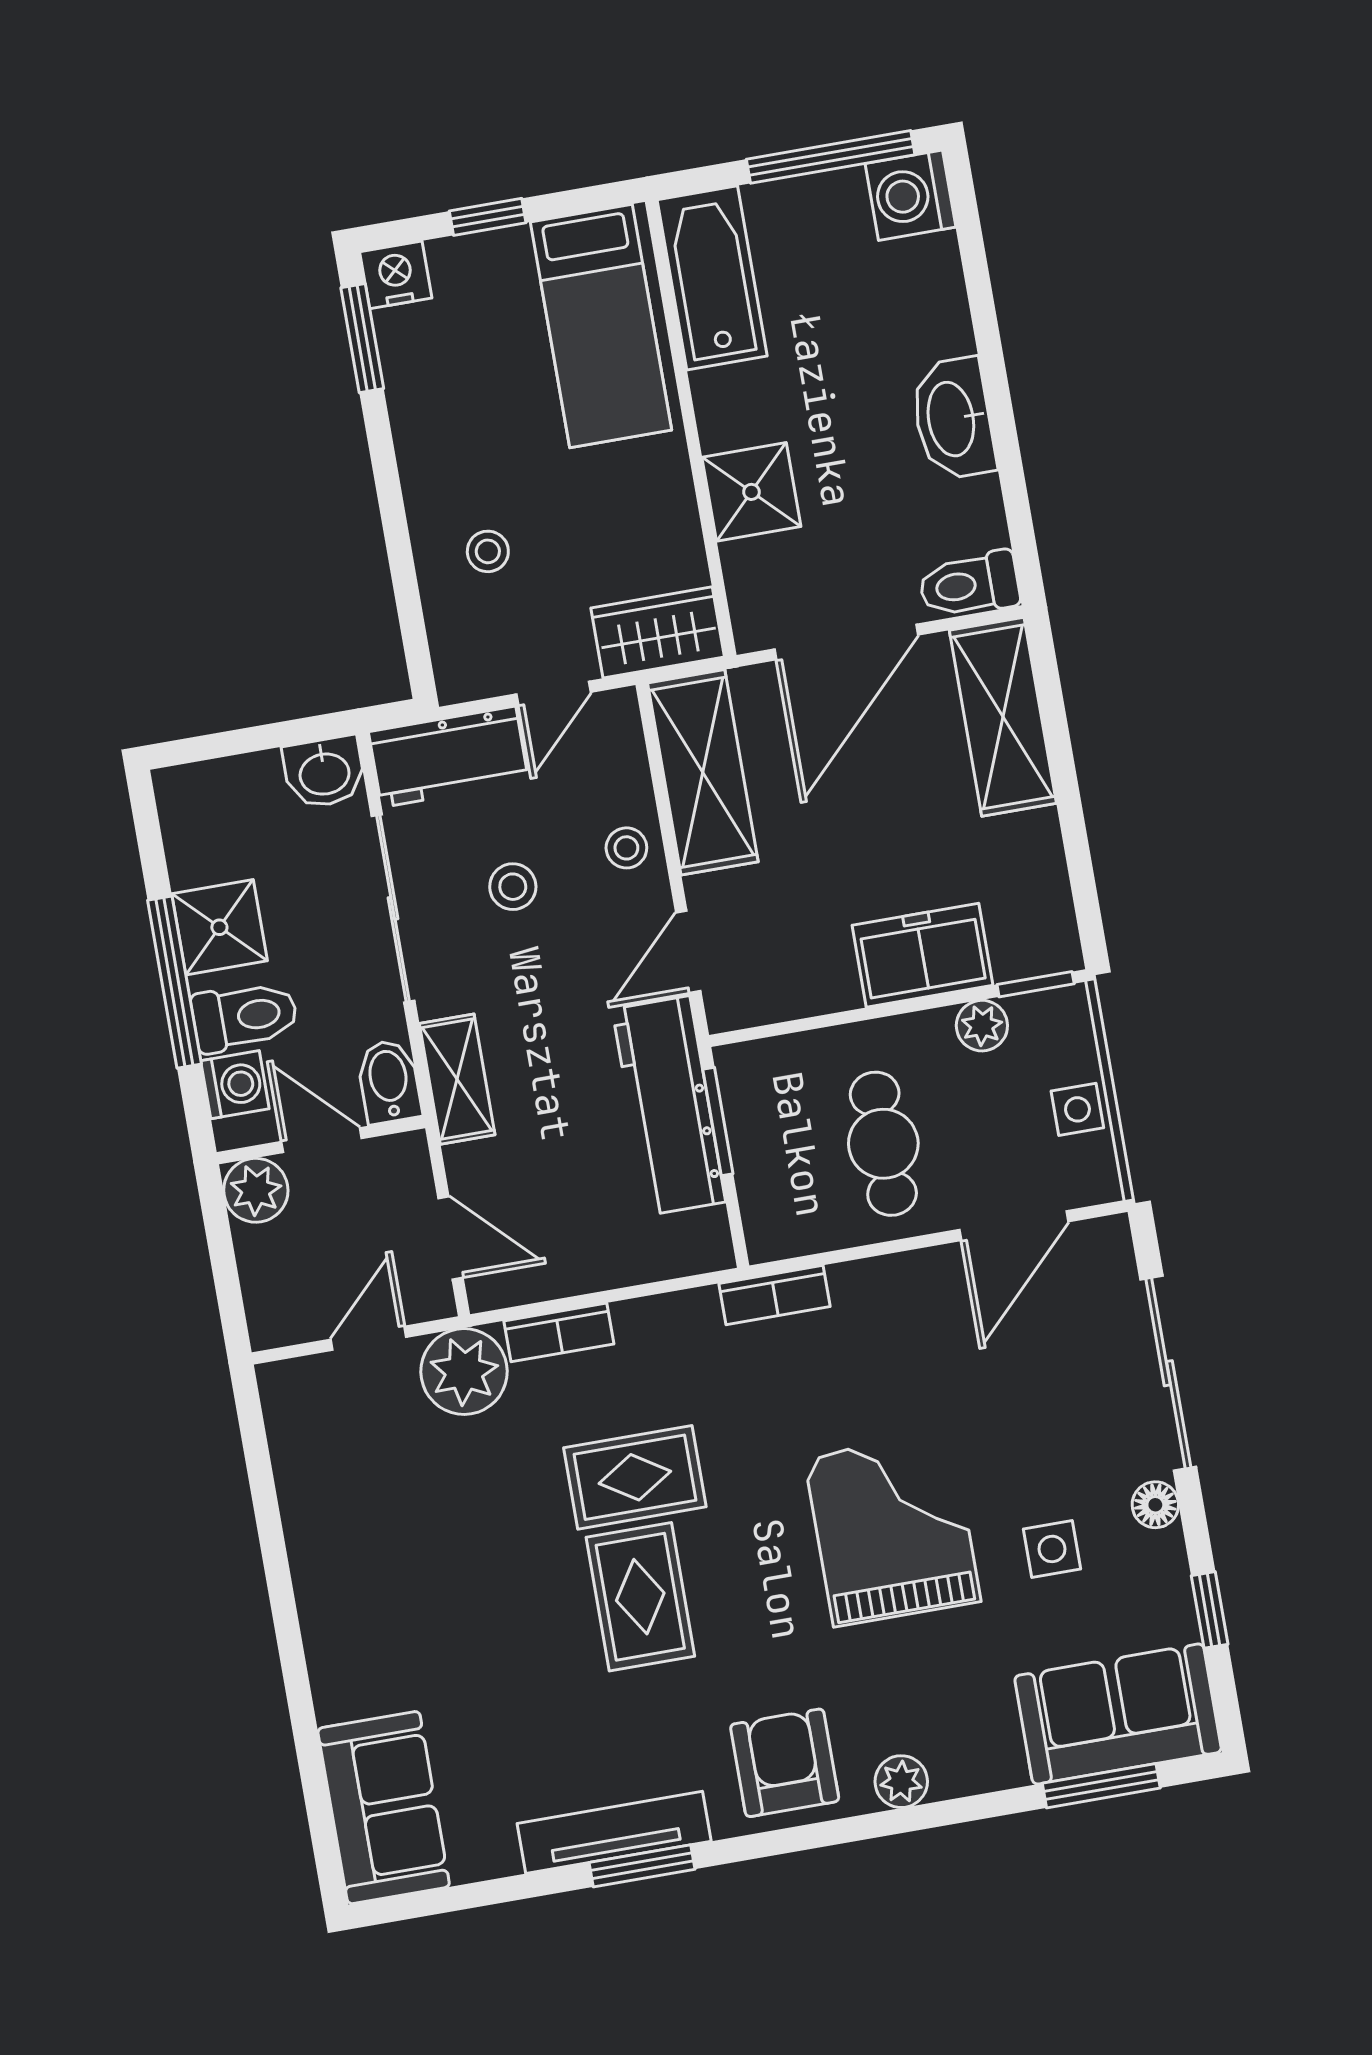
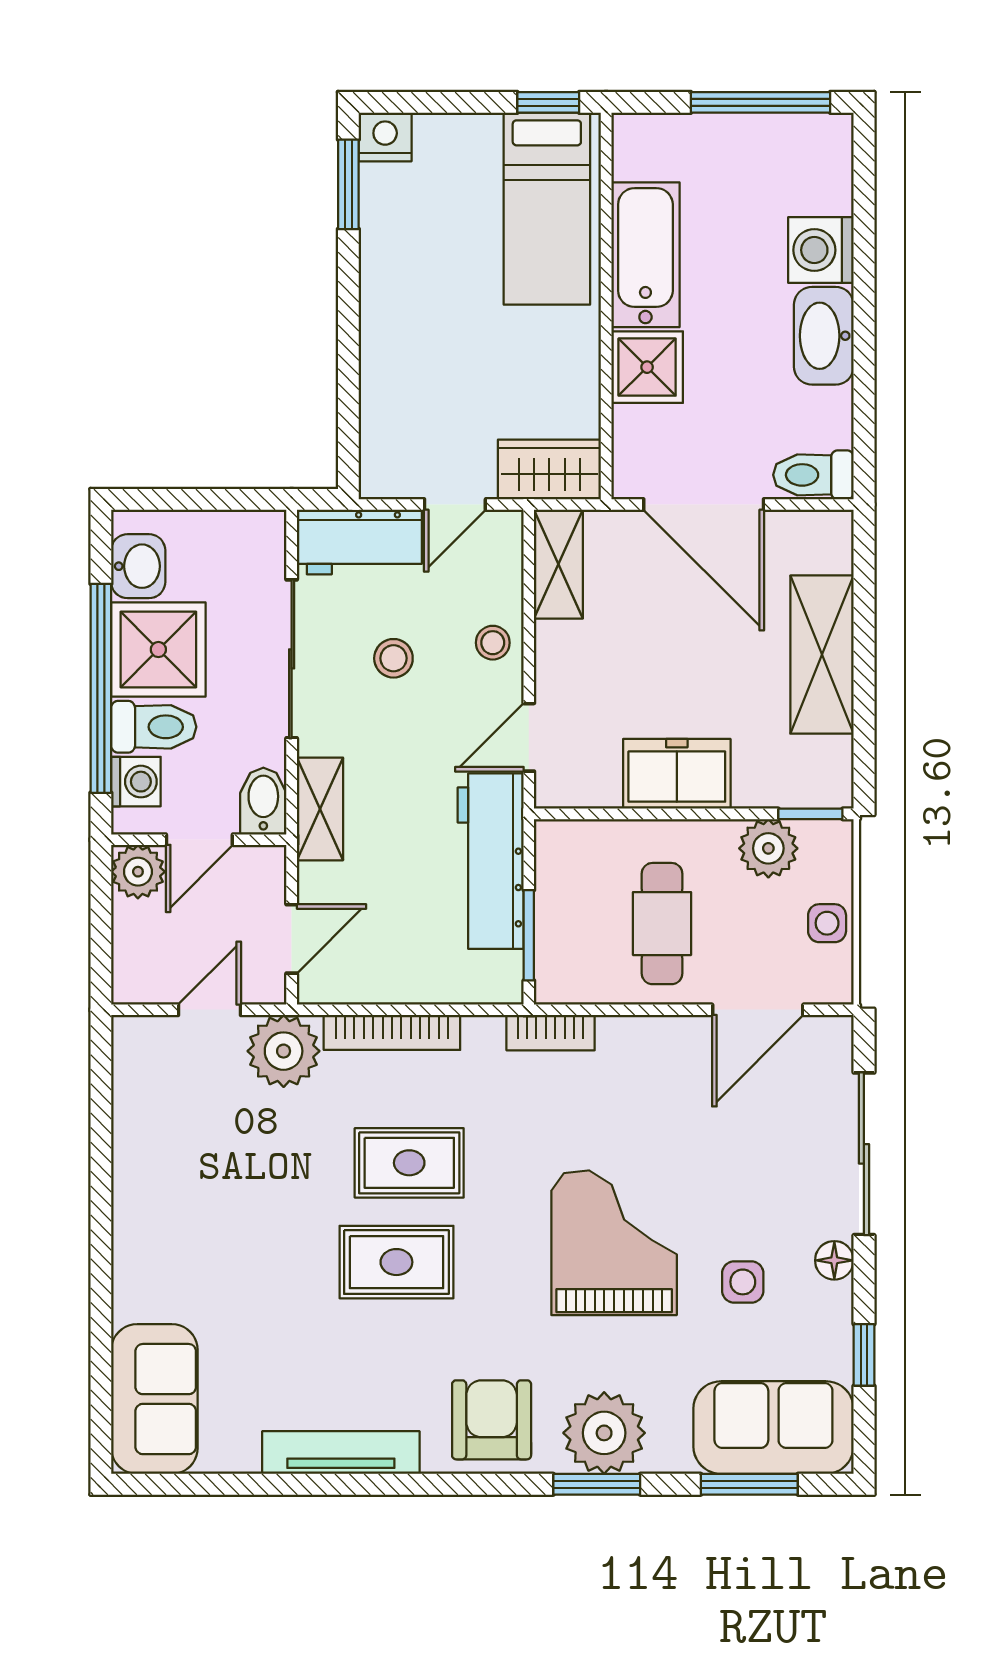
washing machine: (910, 195) -> (821, 250), moved
window: (488, 217) -> (548, 102), moved
bathtub: (712, 278) -> (645, 255), moved
stool: (488, 551) -> (421, 378), removed
door: (846, 642) -> (704, 505), hinge flipped
shelving: (1003, 717) -> (822, 655), moved
washbasin: (324, 772) -> (138, 566), moved, turned -90
shelving: (703, 772) -> (558, 564), width x0.67, depth x0.75
shower: (219, 927) -> (158, 650), width x1.36, depth x1.36
freezer: (923, 955) -> (677, 774), moved
window: (175, 982) -> (101, 688), width x1.46
plant: (982, 1026) -> (768, 848), width x1.38, depth x1.38
window: (718, 1121) -> (529, 935), moved
door: (322, 1140) -> (199, 840), swing flipped
door: (451, 1238) -> (292, 939), hinge flipped
bookcase: (559, 1332) -> (392, 1032), width x1.56
rug: (640, 1597) -> (396, 1262), turned 90
plant: (901, 1782) -> (604, 1433), width x1.87, depth x1.87
window: (642, 1866) -> (597, 1484), moved

